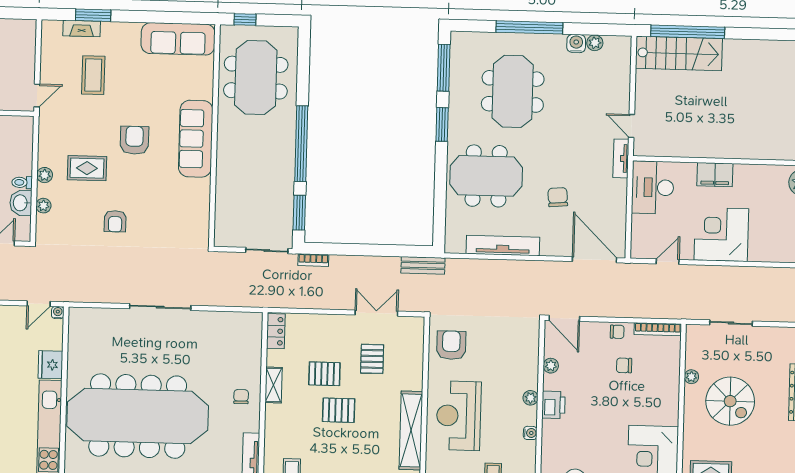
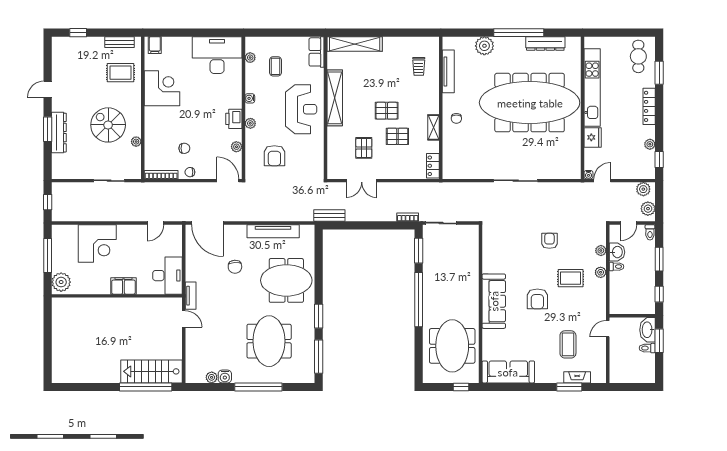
corner desk: (721, 234) -> (97, 243), moved
armchair: (451, 345) -> (274, 156), moved

